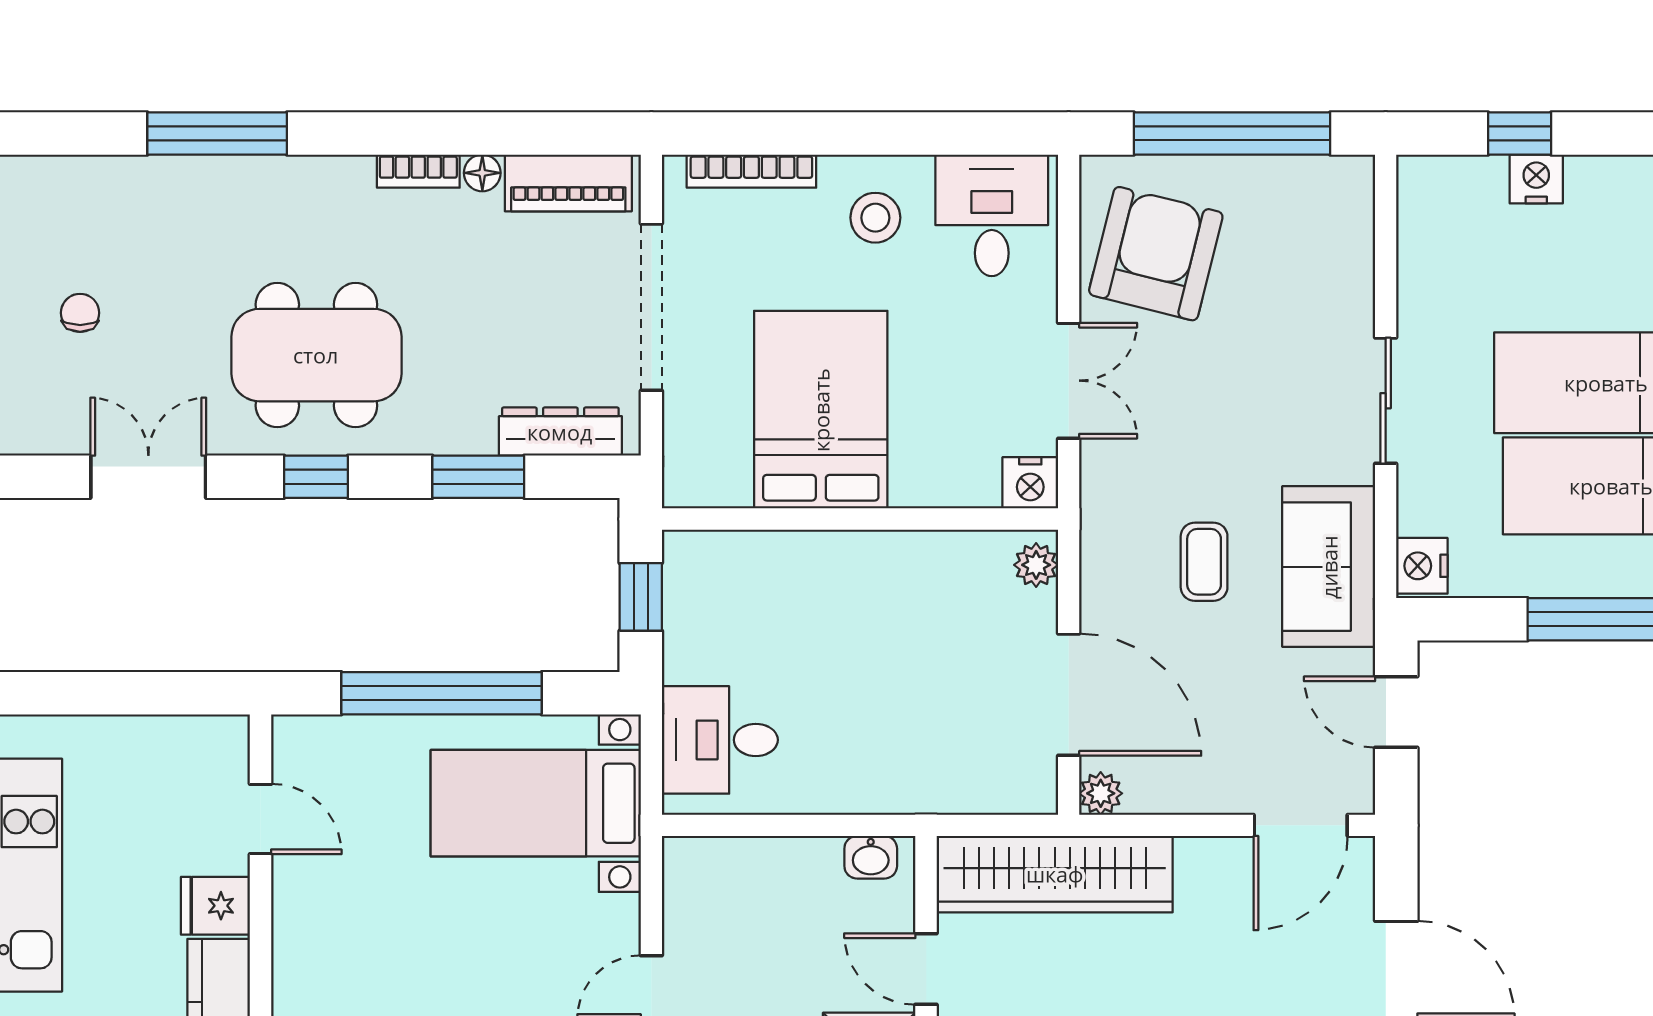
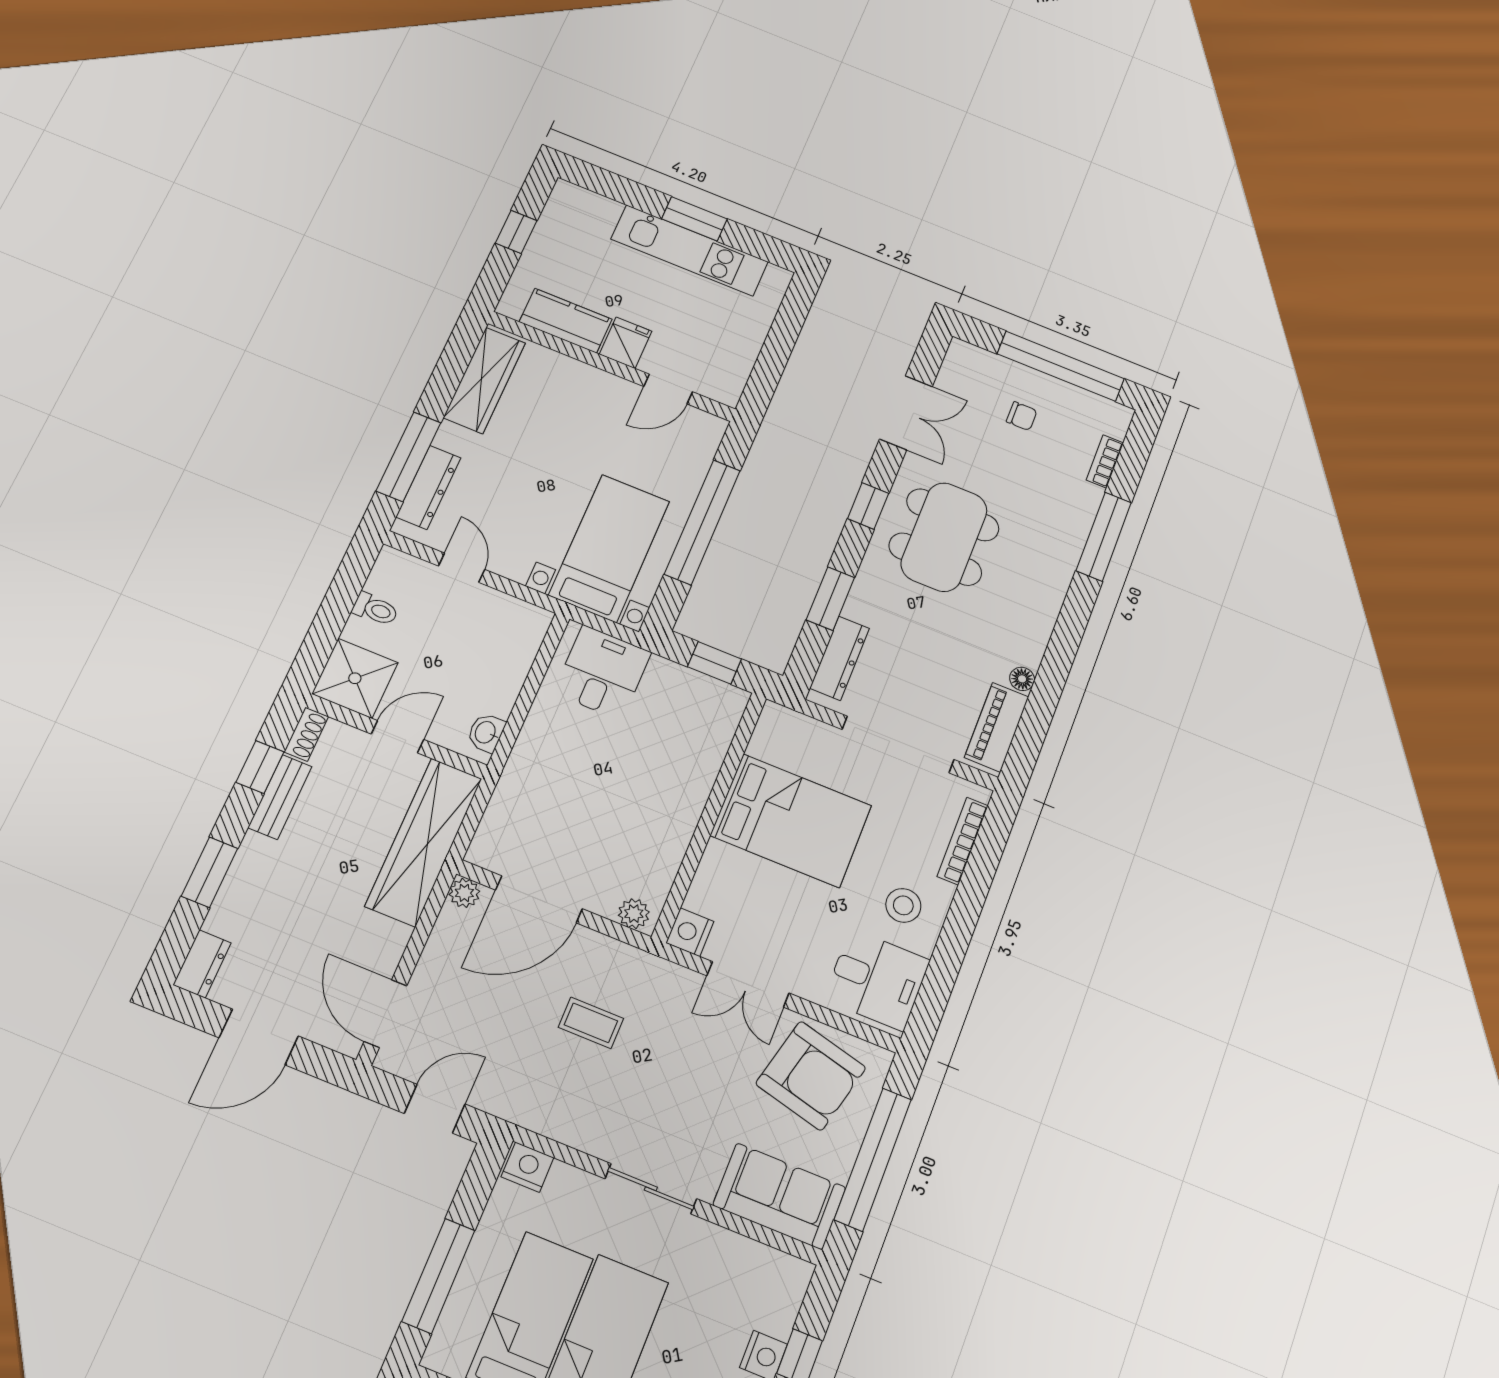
bookcase: (418, 171) -> (1105, 461), moved
sofa: (1329, 567) -> (779, 1196), moved

